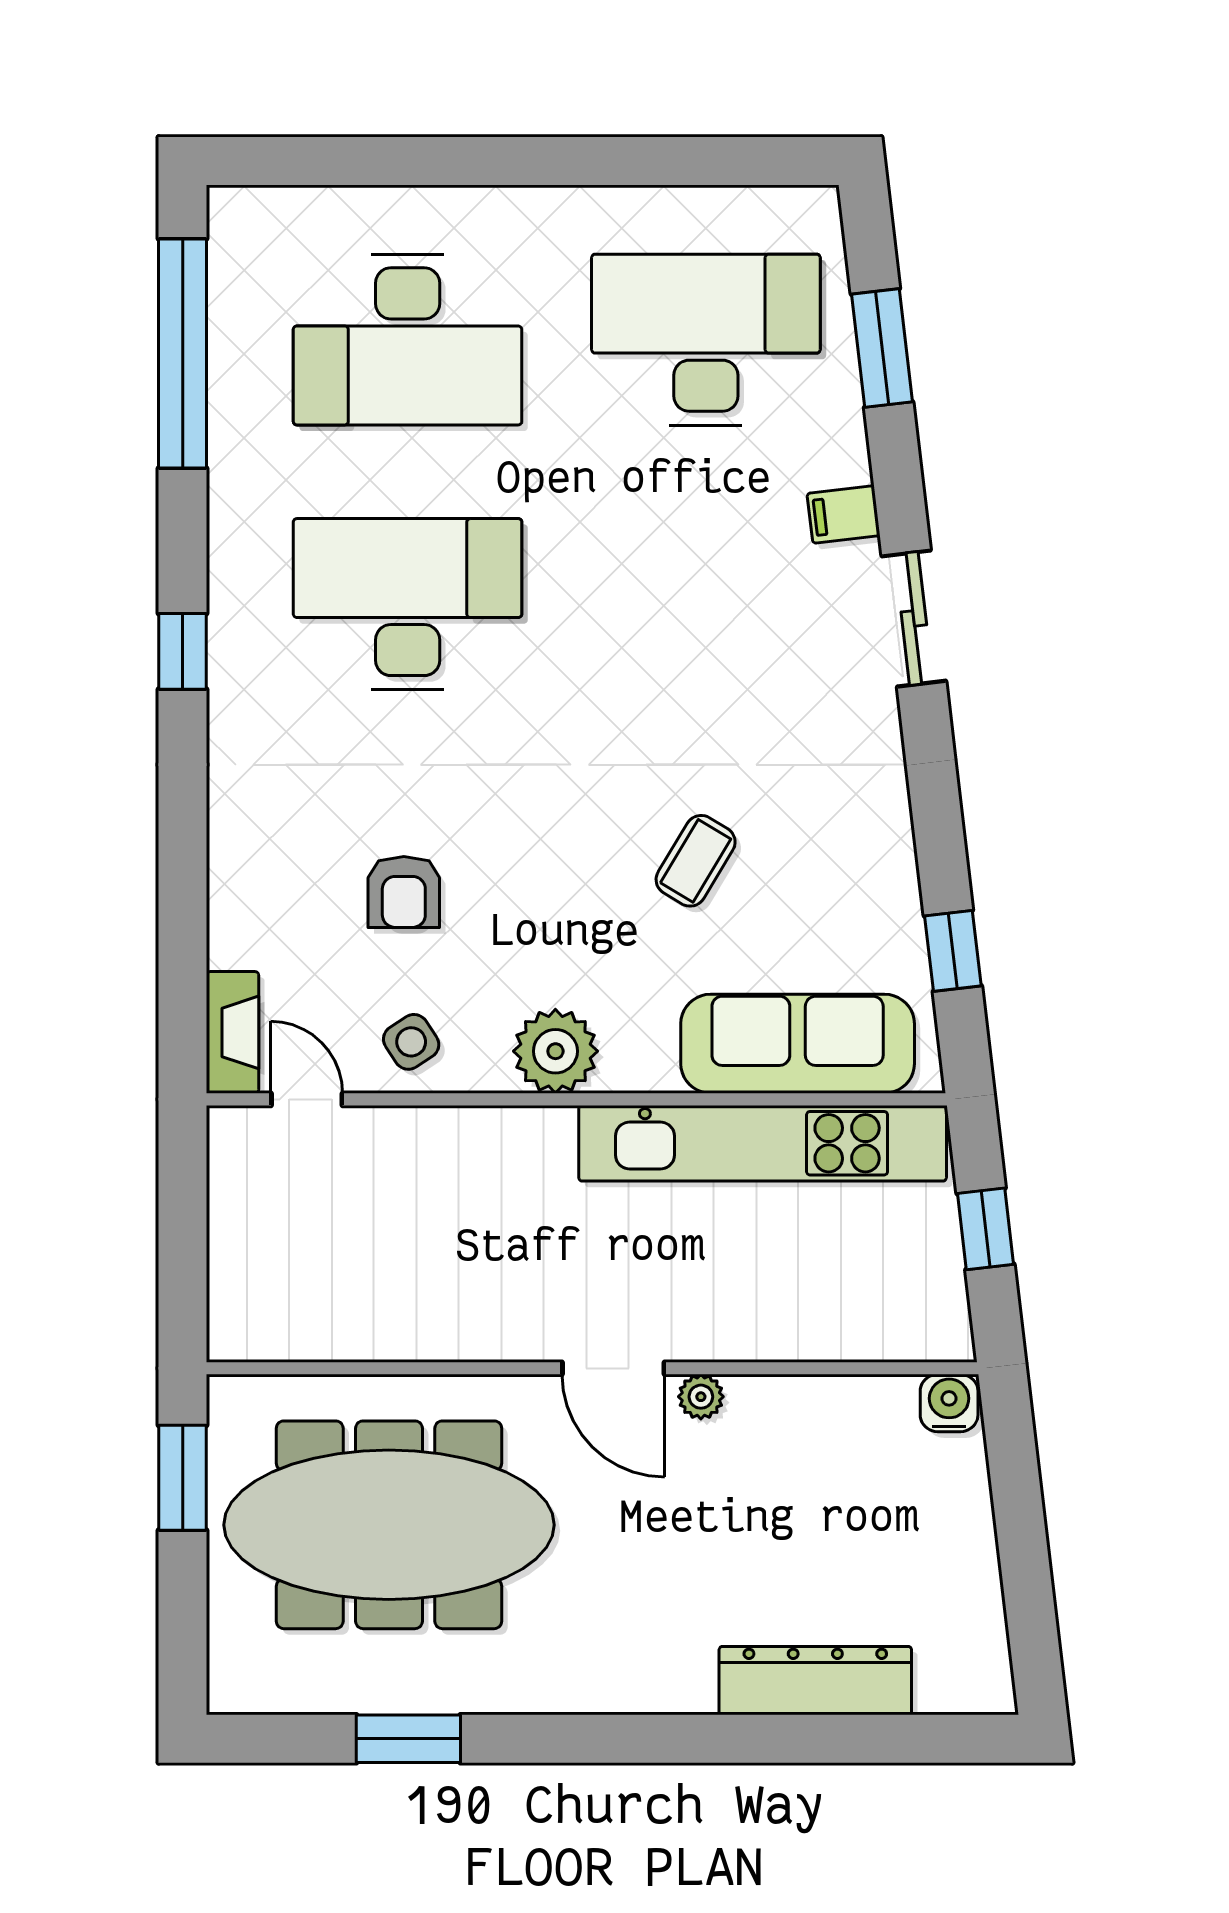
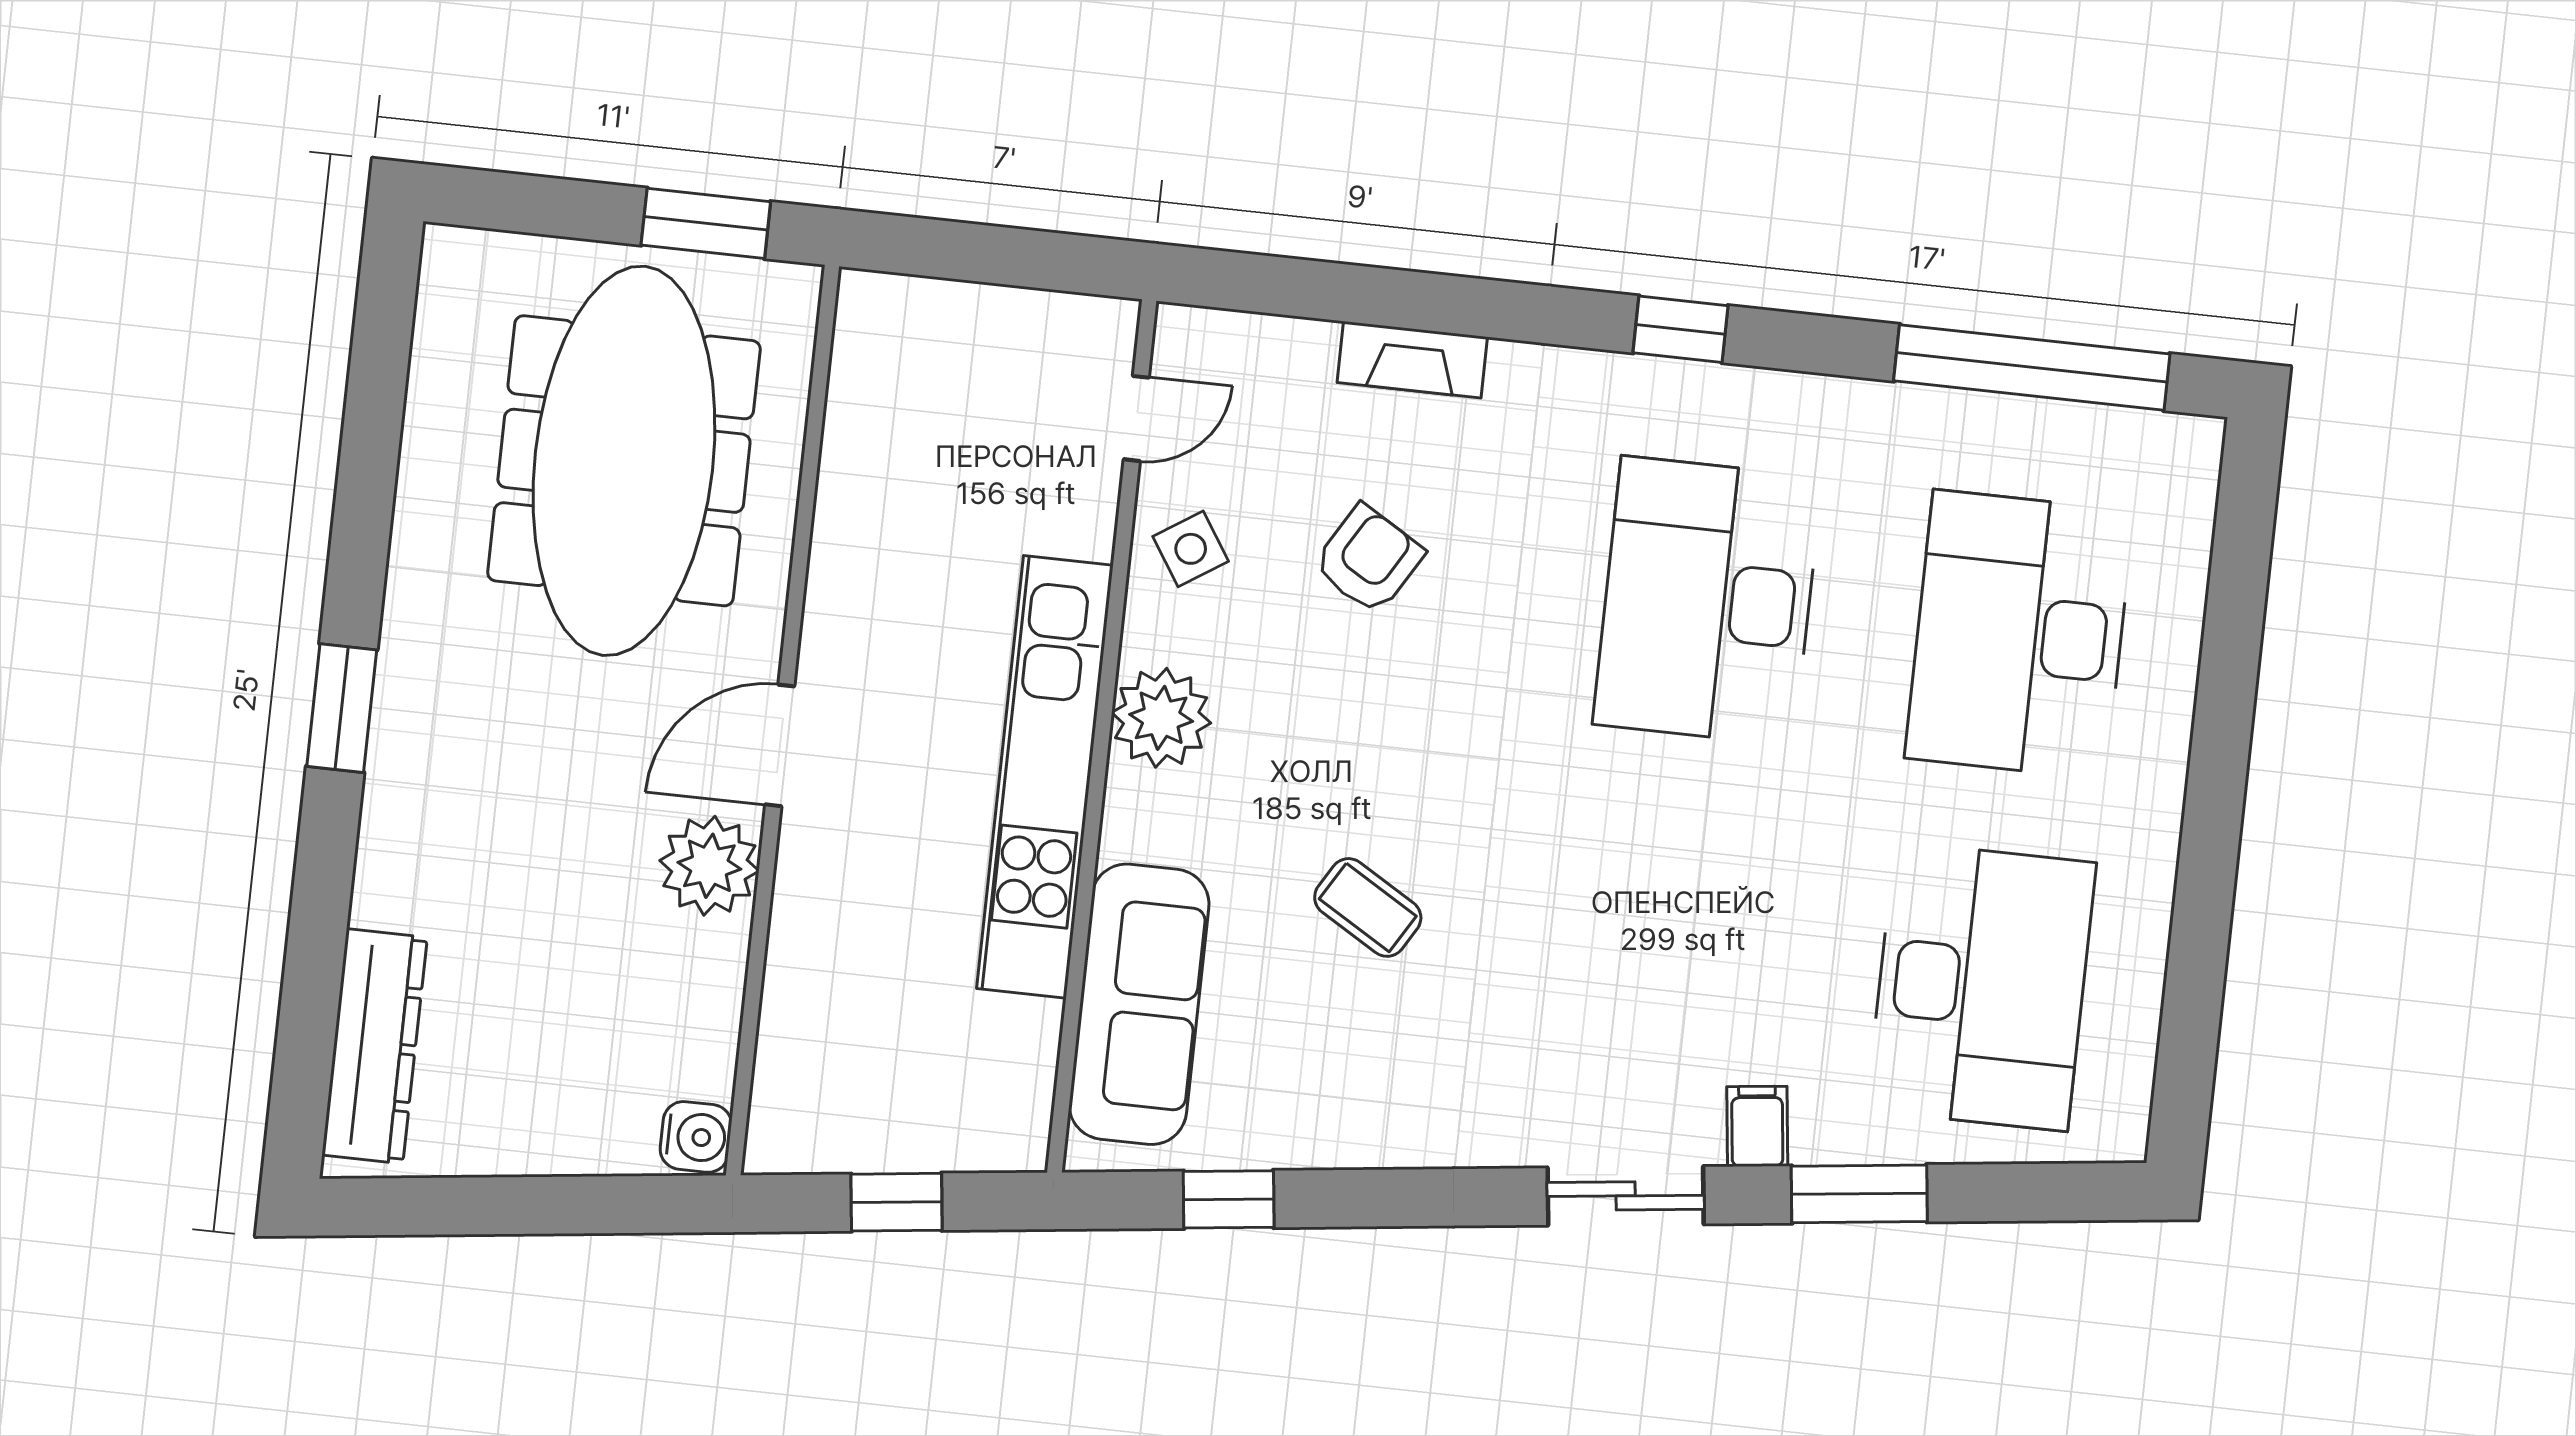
window: (882, 348) -> (1859, 1194), moved
desk: (408, 604) -> (1708, 601), turned 180
armchair: (404, 892) -> (1368, 559), turned 121
fireplace: (232, 1032) -> (1412, 360), moved
kitchen unit: (763, 1143) -> (1045, 777), moved
plant: (701, 1397) -> (709, 866), width x1.88, depth x1.88
dresser: (815, 1681) -> (374, 1046), moved
window: (408, 1739) -> (342, 708), moved

